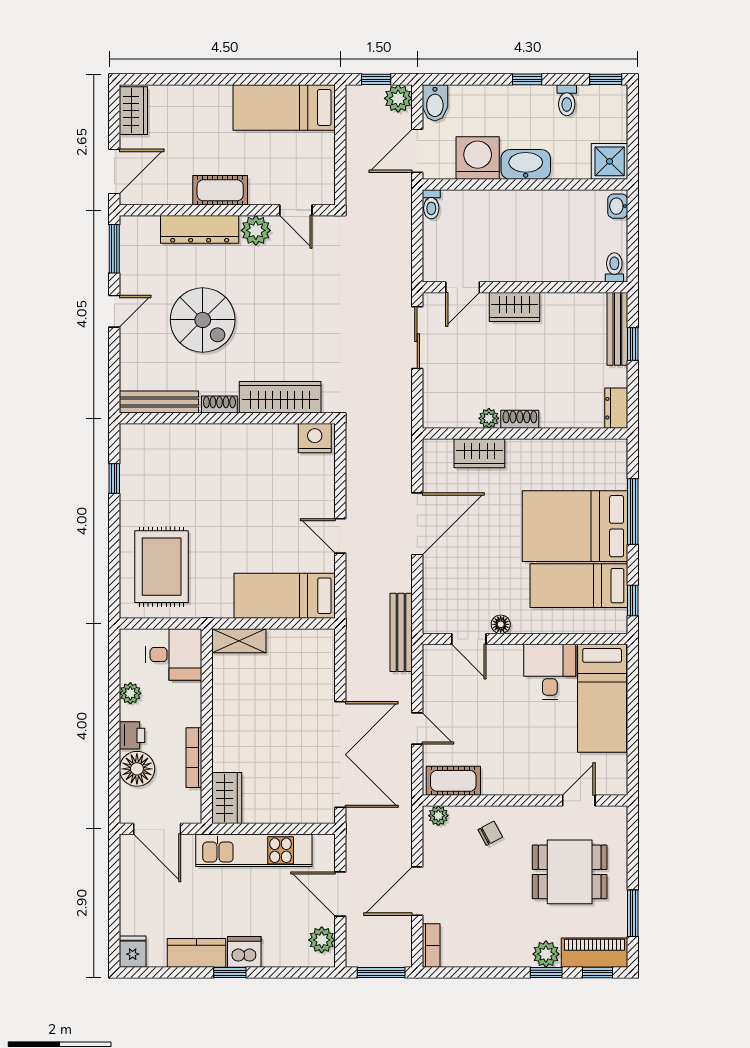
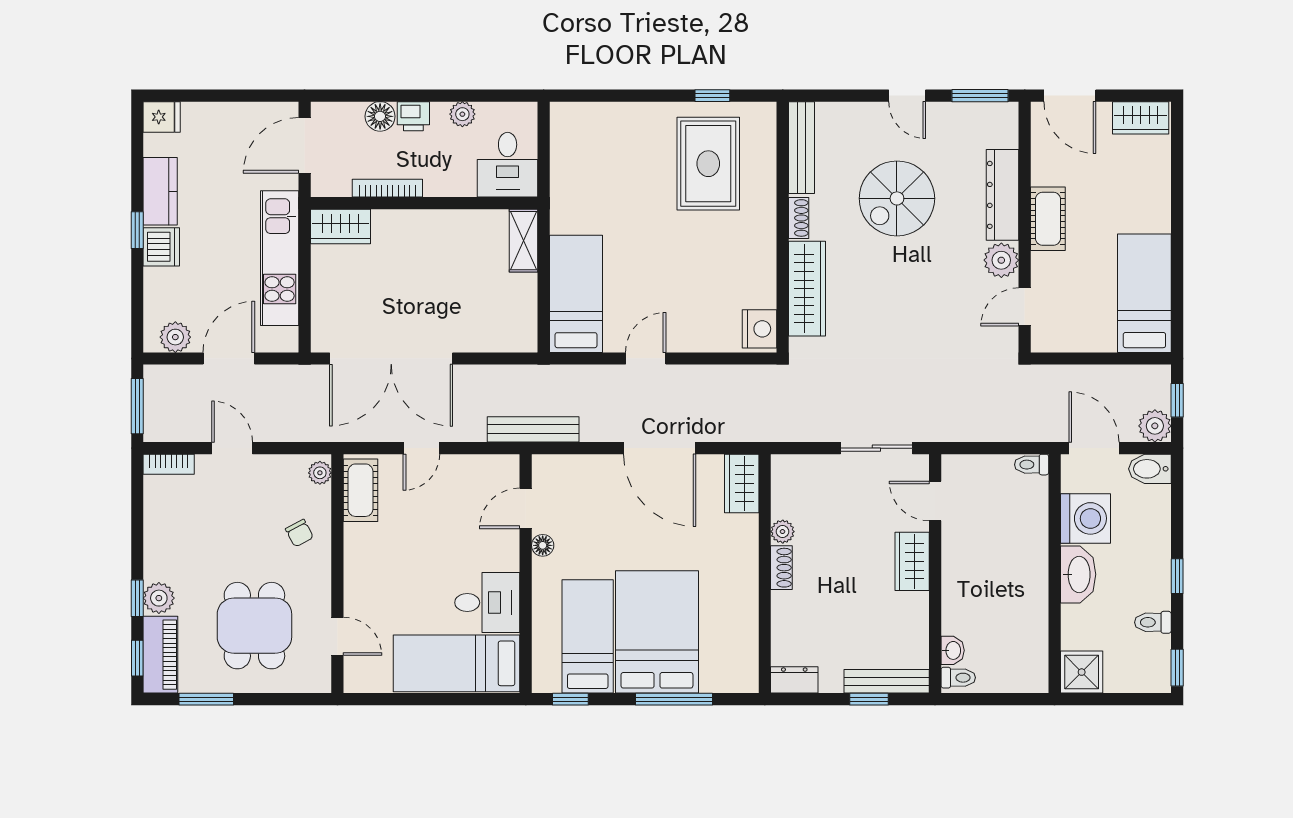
washbasin: (618, 206) -> (953, 650), moved, turned 90
wardrobe: (479, 453) -> (742, 483), moved
rug: (162, 567) -> (708, 164), moved, turned 90
floor lamp: (137, 769) -> (380, 116), width x0.73, depth x0.73
door: (417, 891) -> (232, 448), width x0.73

